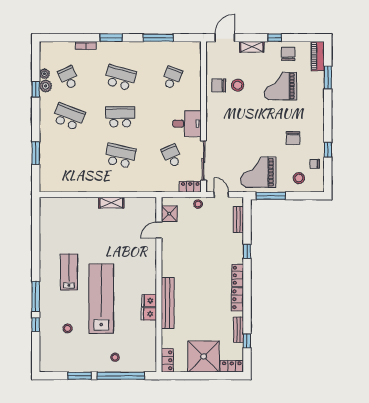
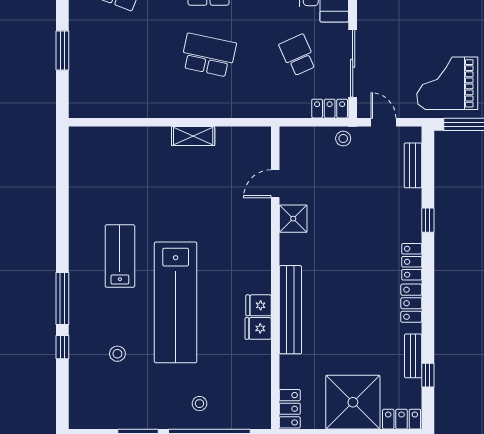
shower: (169, 214) -> (293, 219), moved
lab bench: (101, 299) -> (176, 302), turned 180

